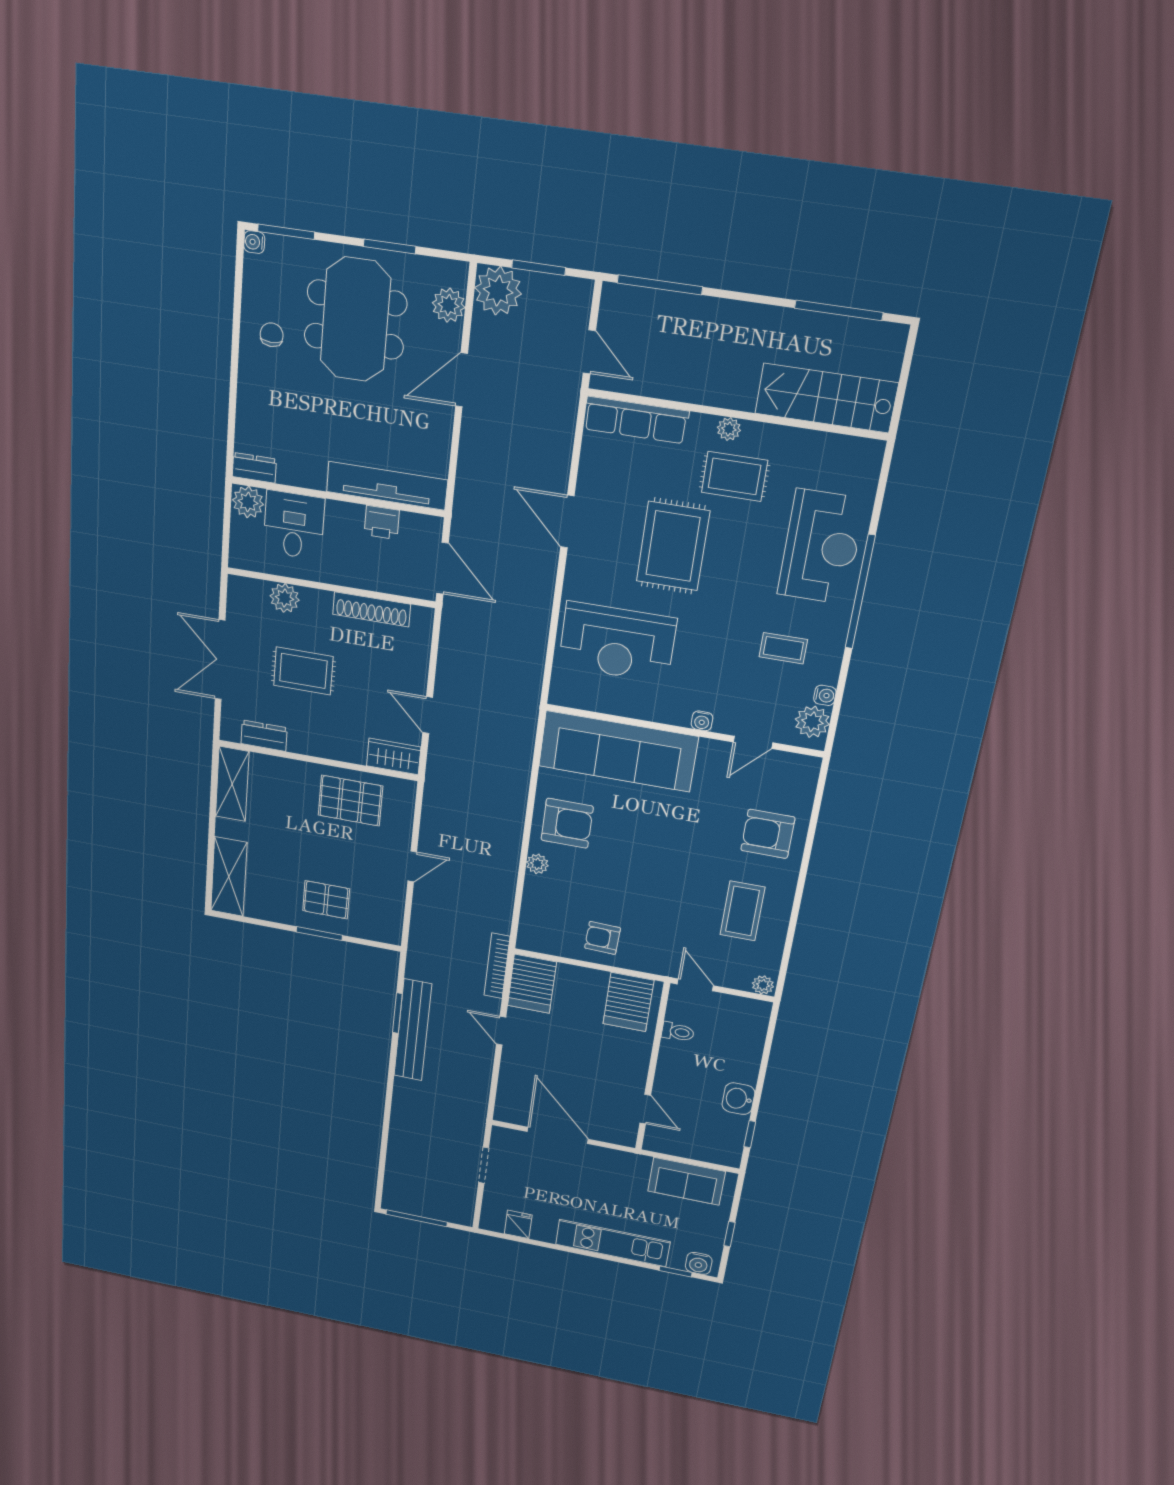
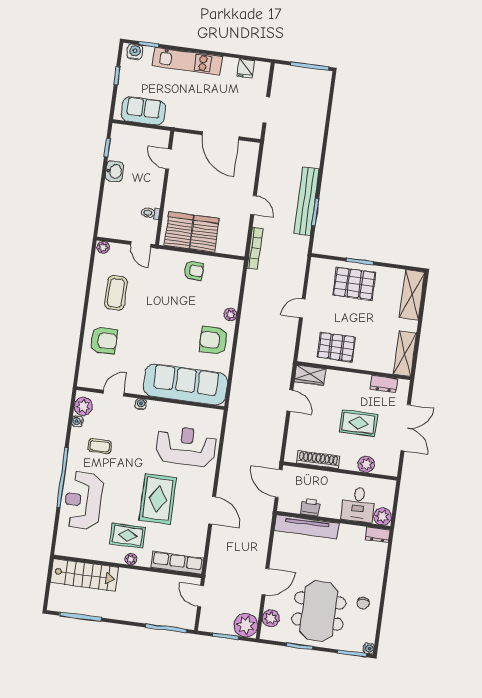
pallet: (326, 900) -> (354, 284), width x1.50, depth x1.42
server rack: (532, 984) -> (205, 234), moved

